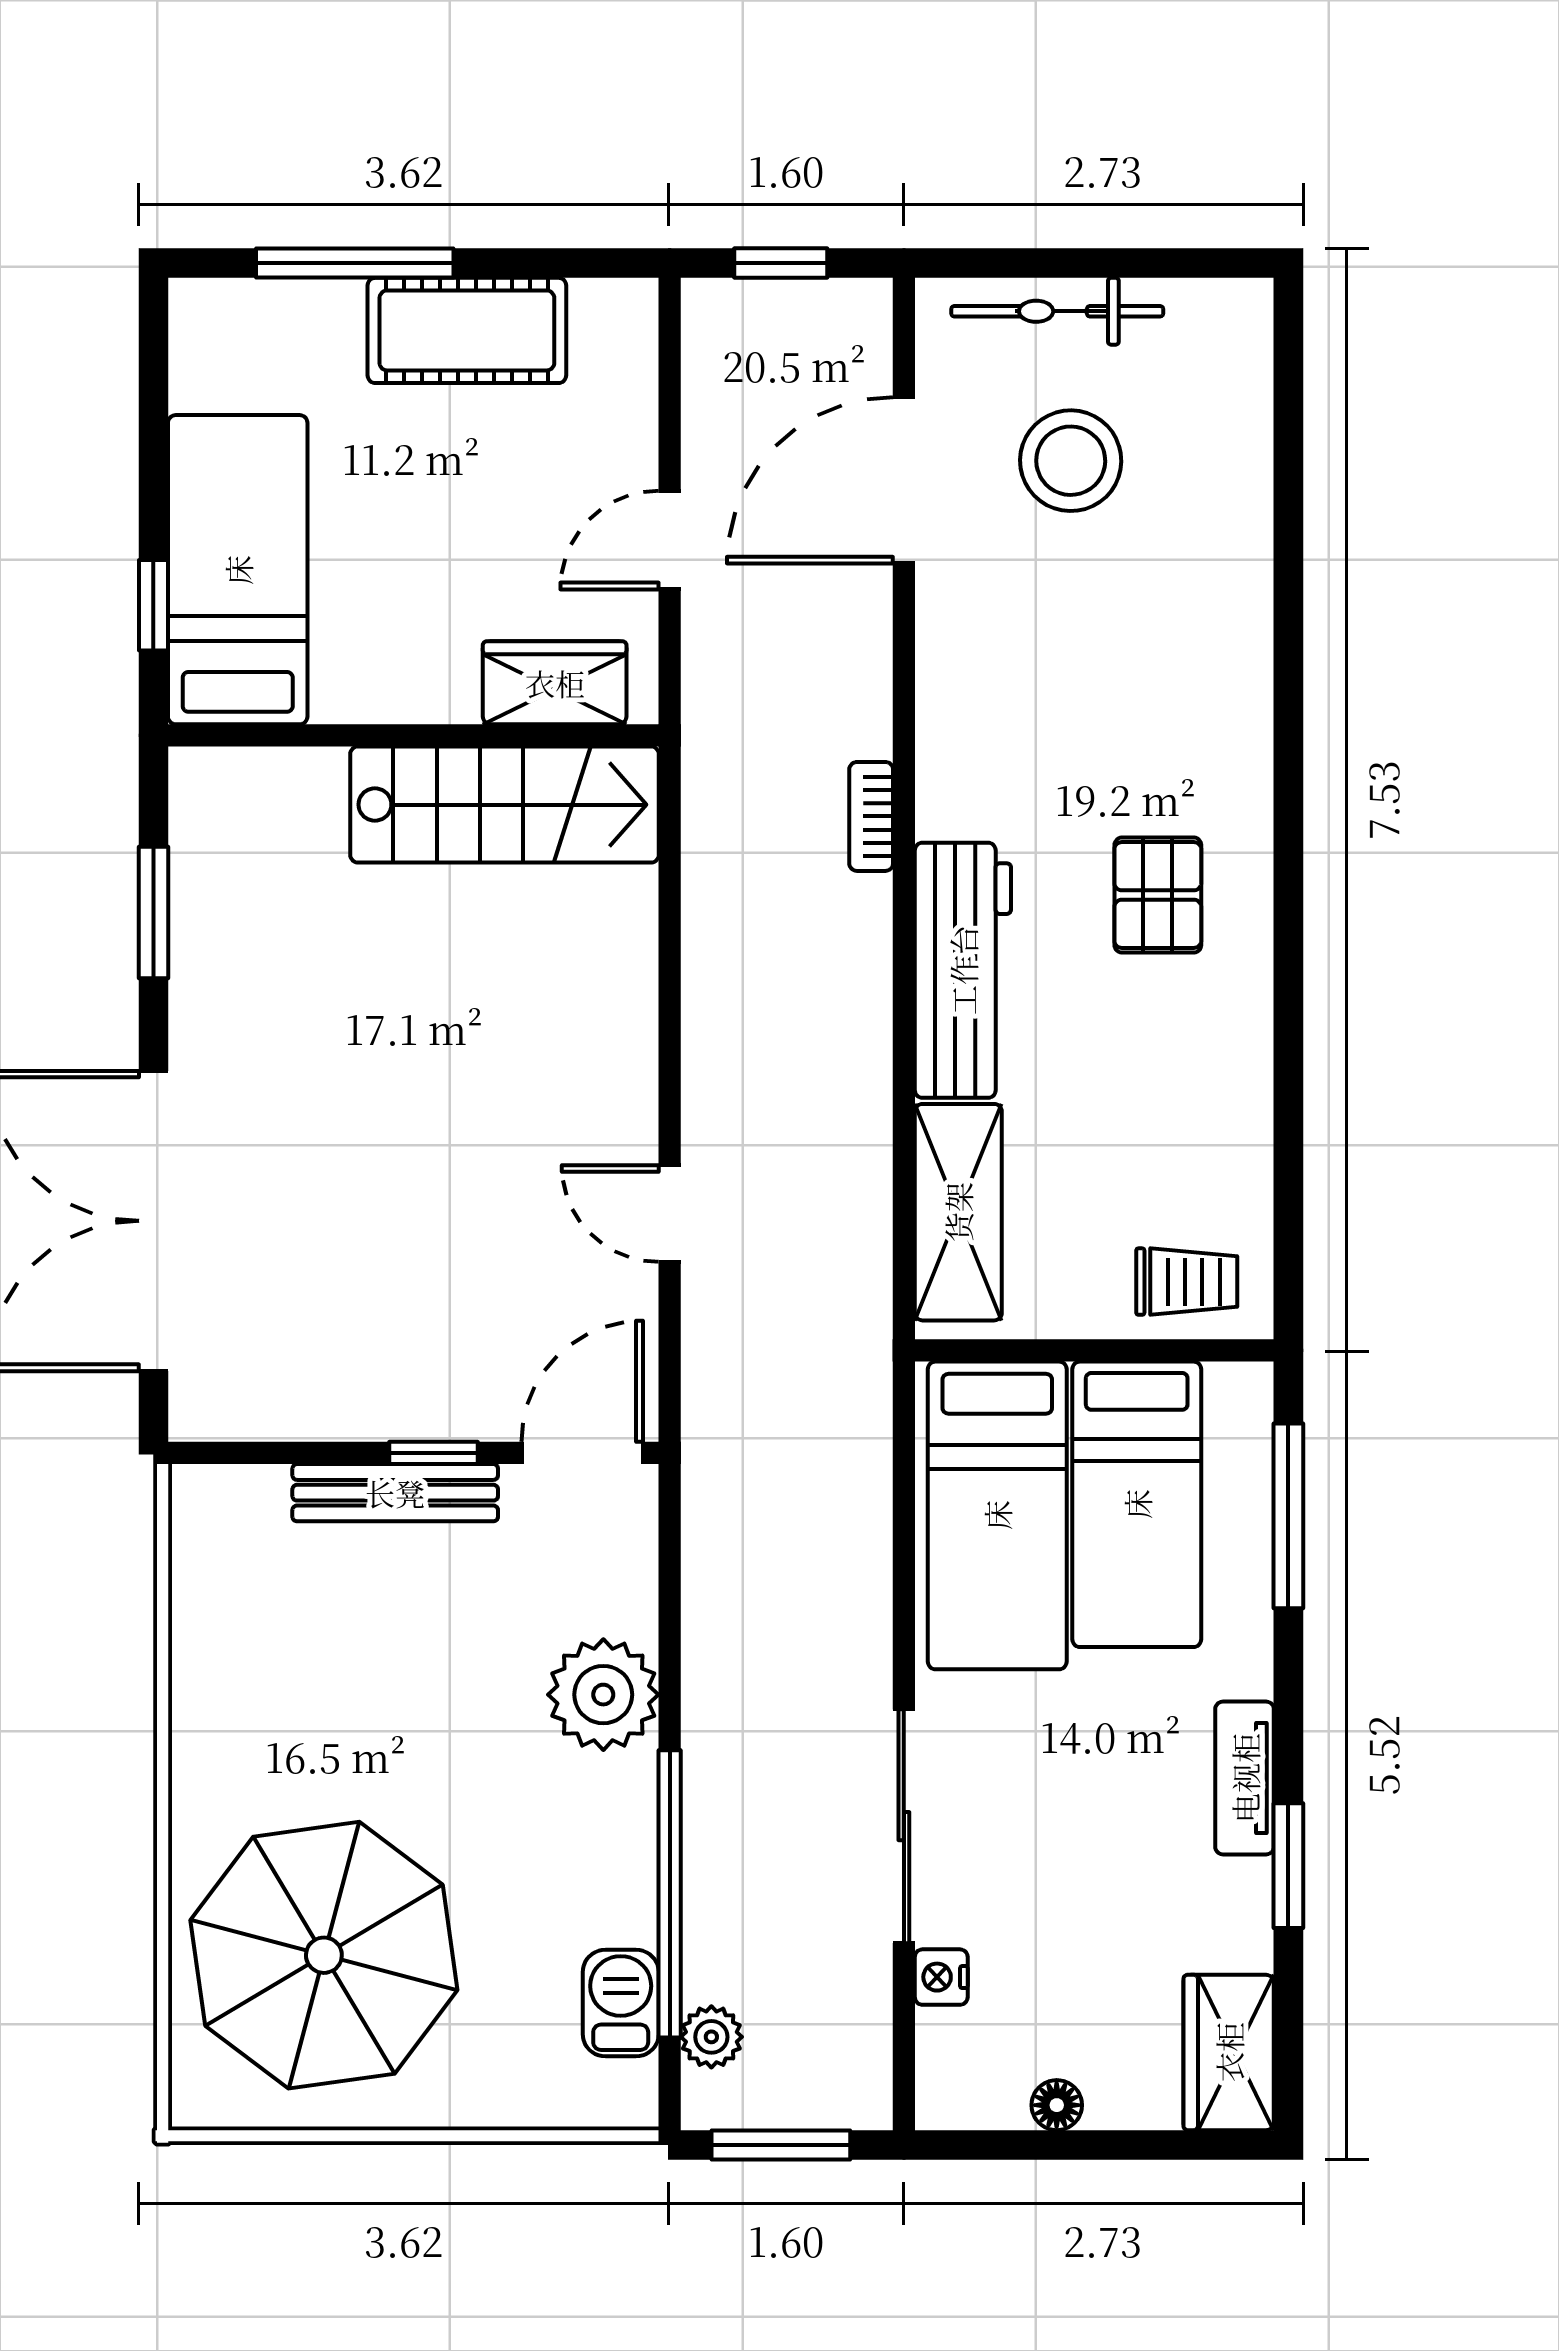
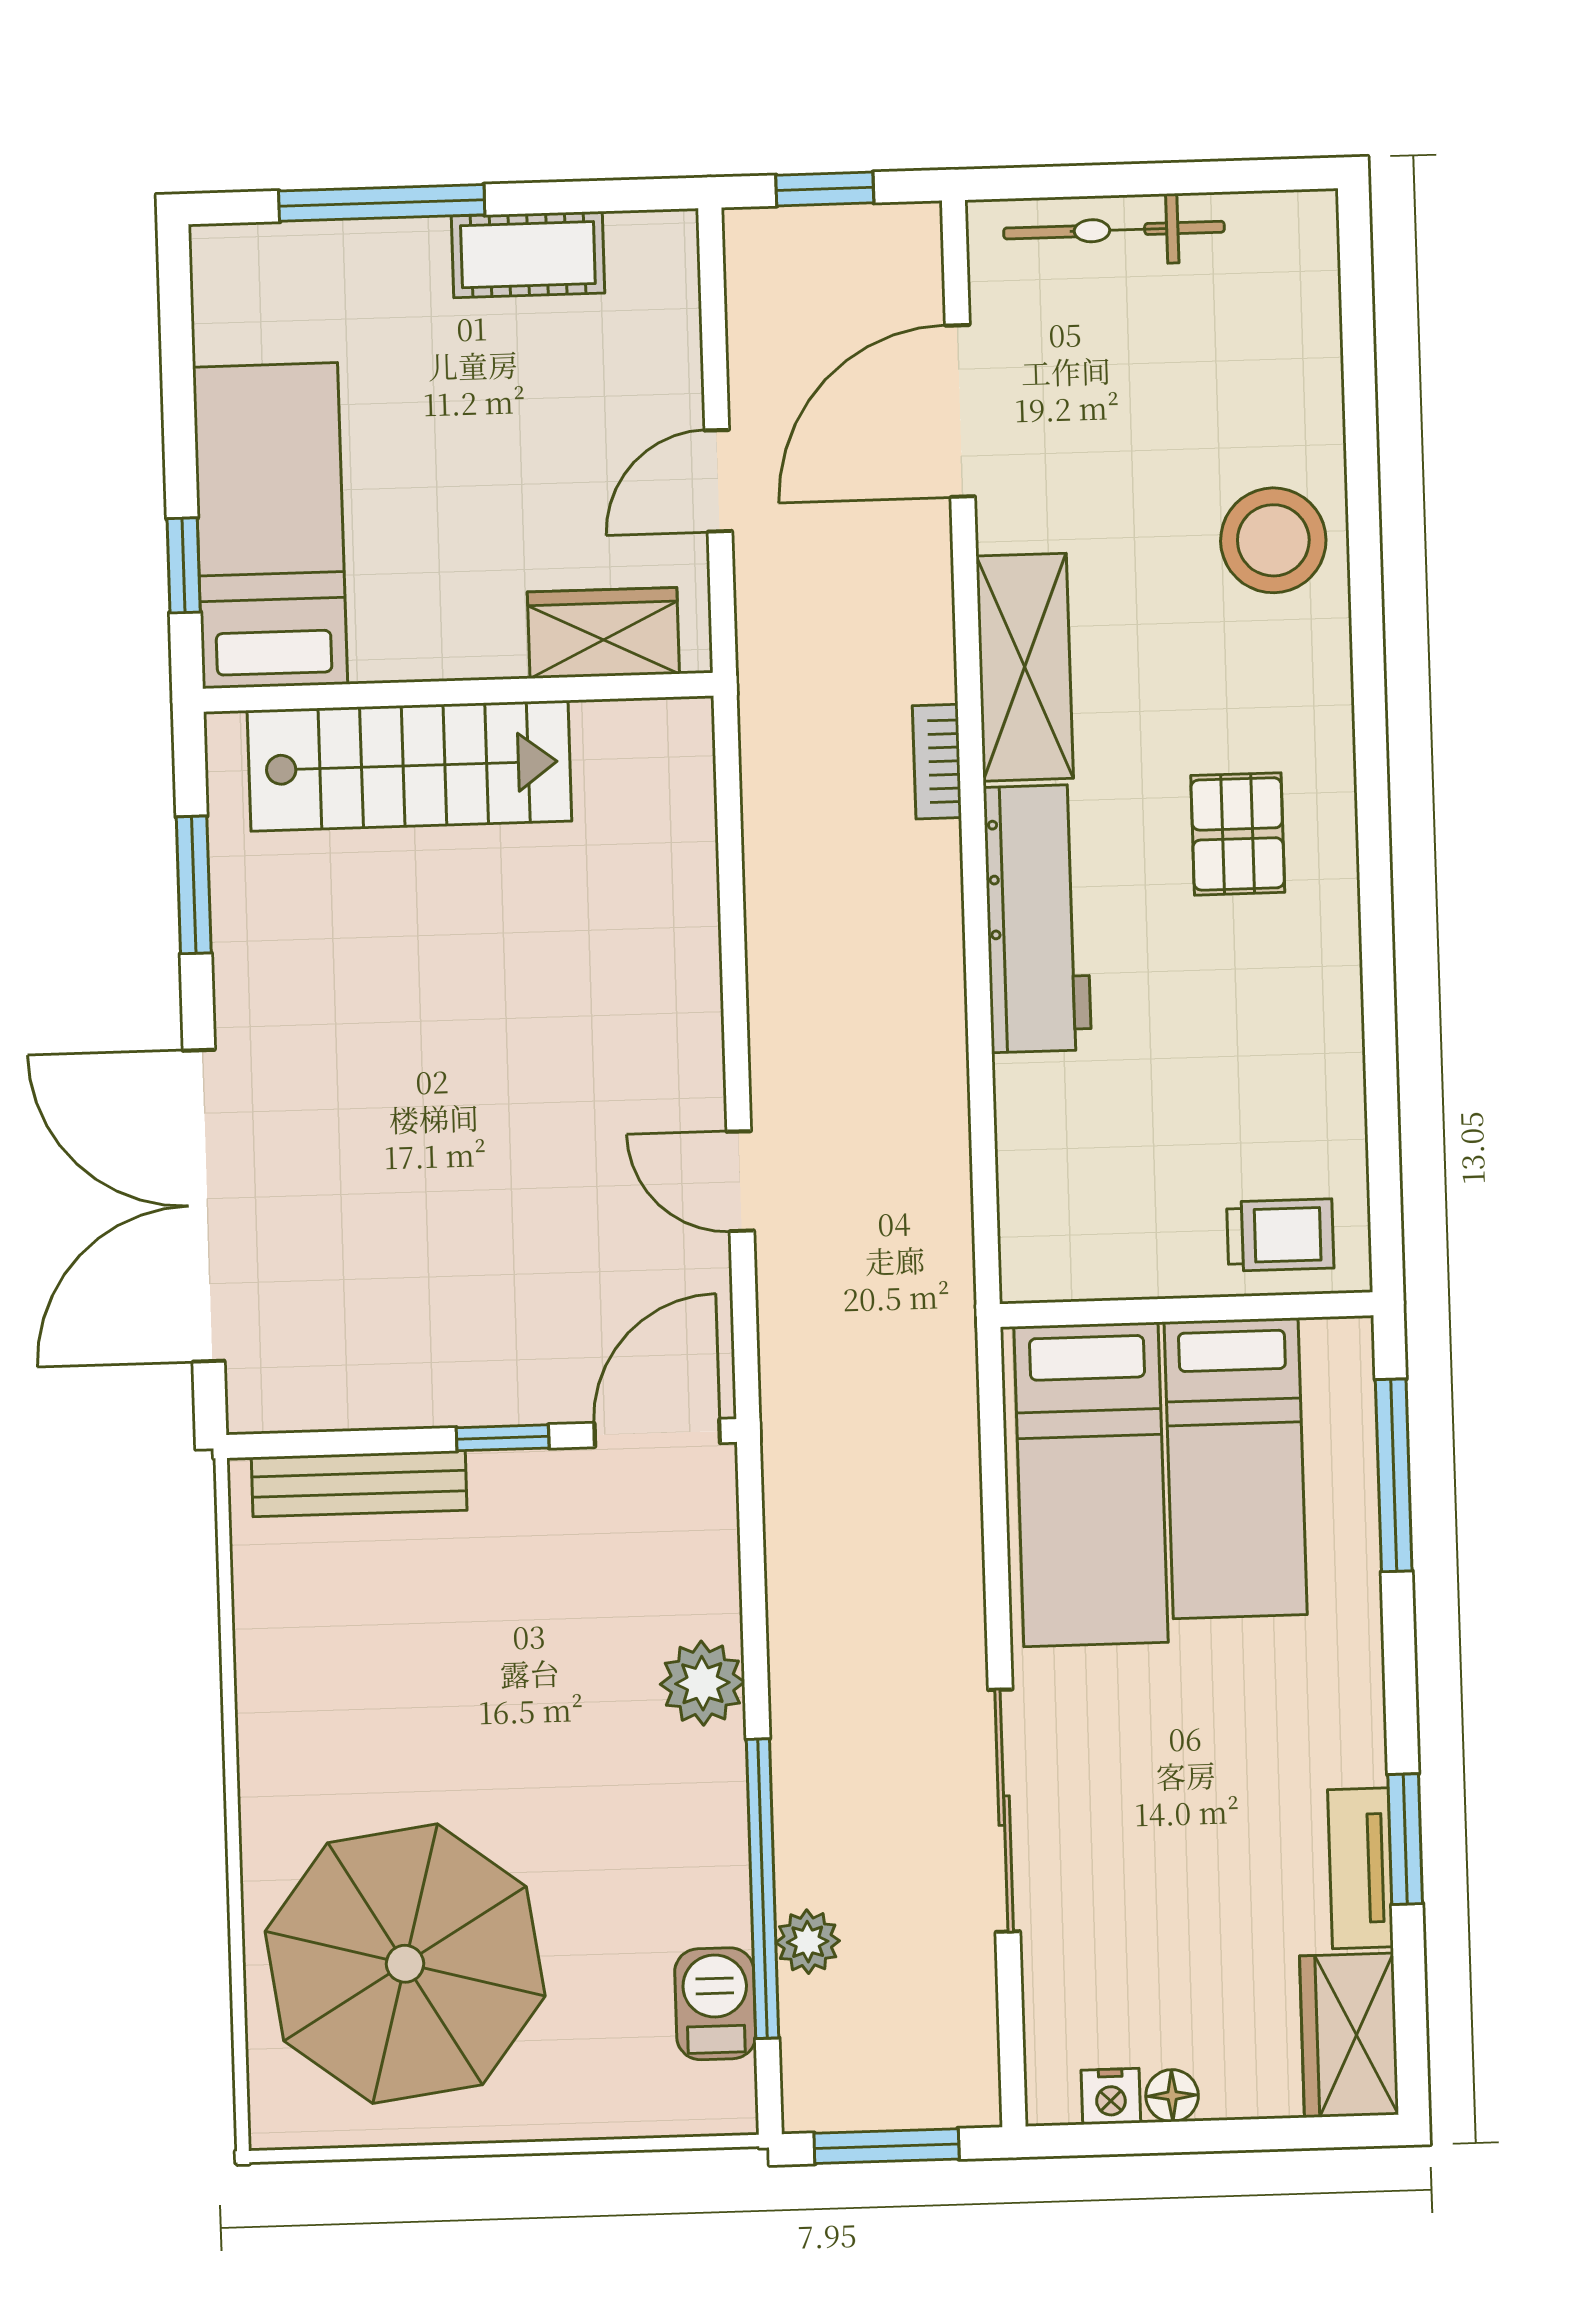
cot: (467, 330) -> (528, 255), width x0.73, depth x0.75
stool: (1071, 461) -> (1273, 540), moved
stairs: (504, 805) -> (409, 766), moved
shelving: (958, 1212) -> (1025, 667), moved
bench: (395, 1493) -> (359, 1484), moved
plant: (603, 1695) -> (702, 1683), width x0.73, depth x0.73
tv unit: (1245, 1778) -> (1360, 1868), moved
nightstand: (941, 1977) -> (1111, 2096), moved, turned -90
plant: (711, 2037) -> (808, 1942), moved

